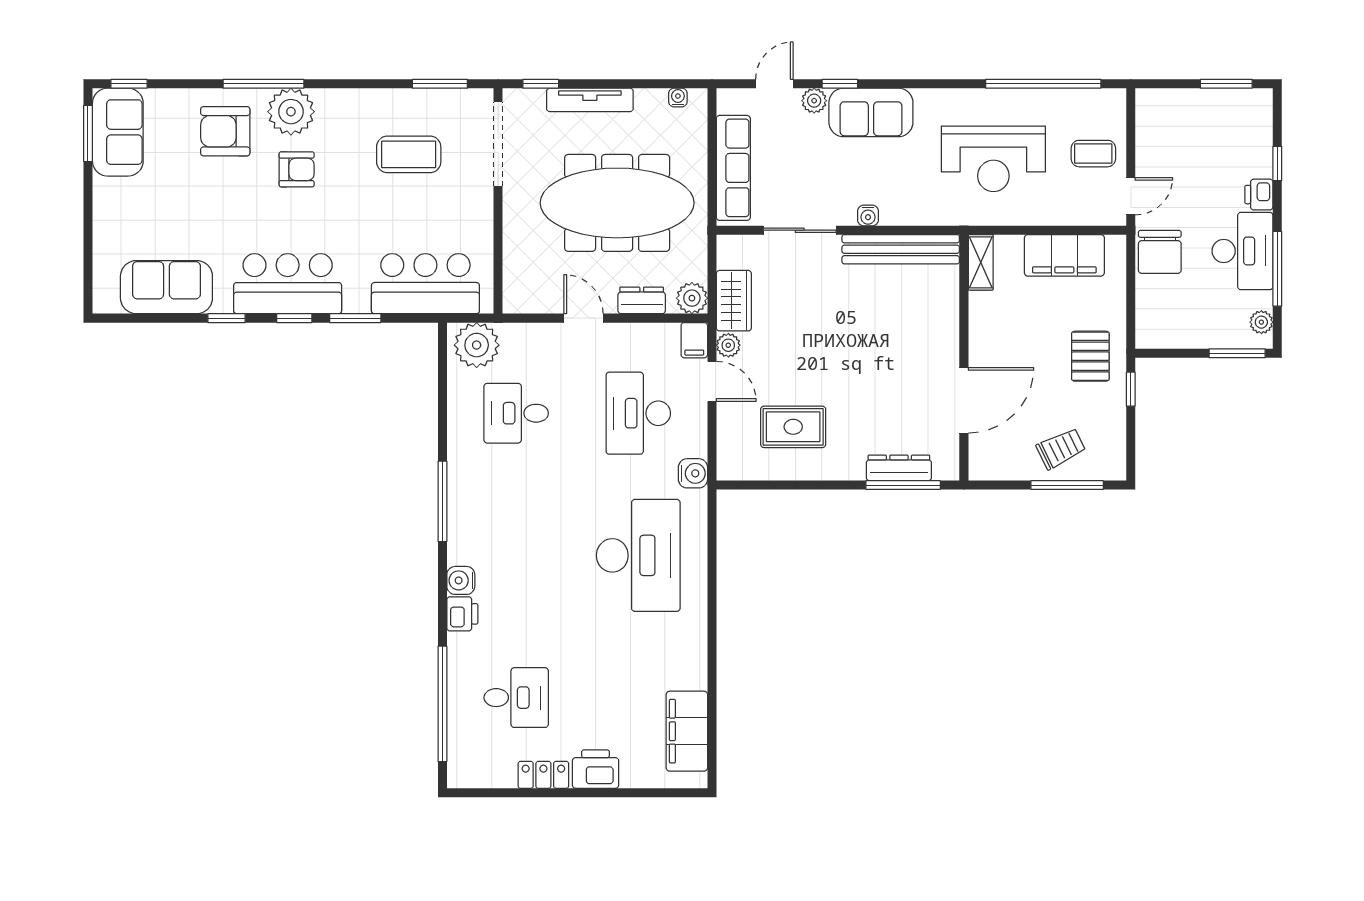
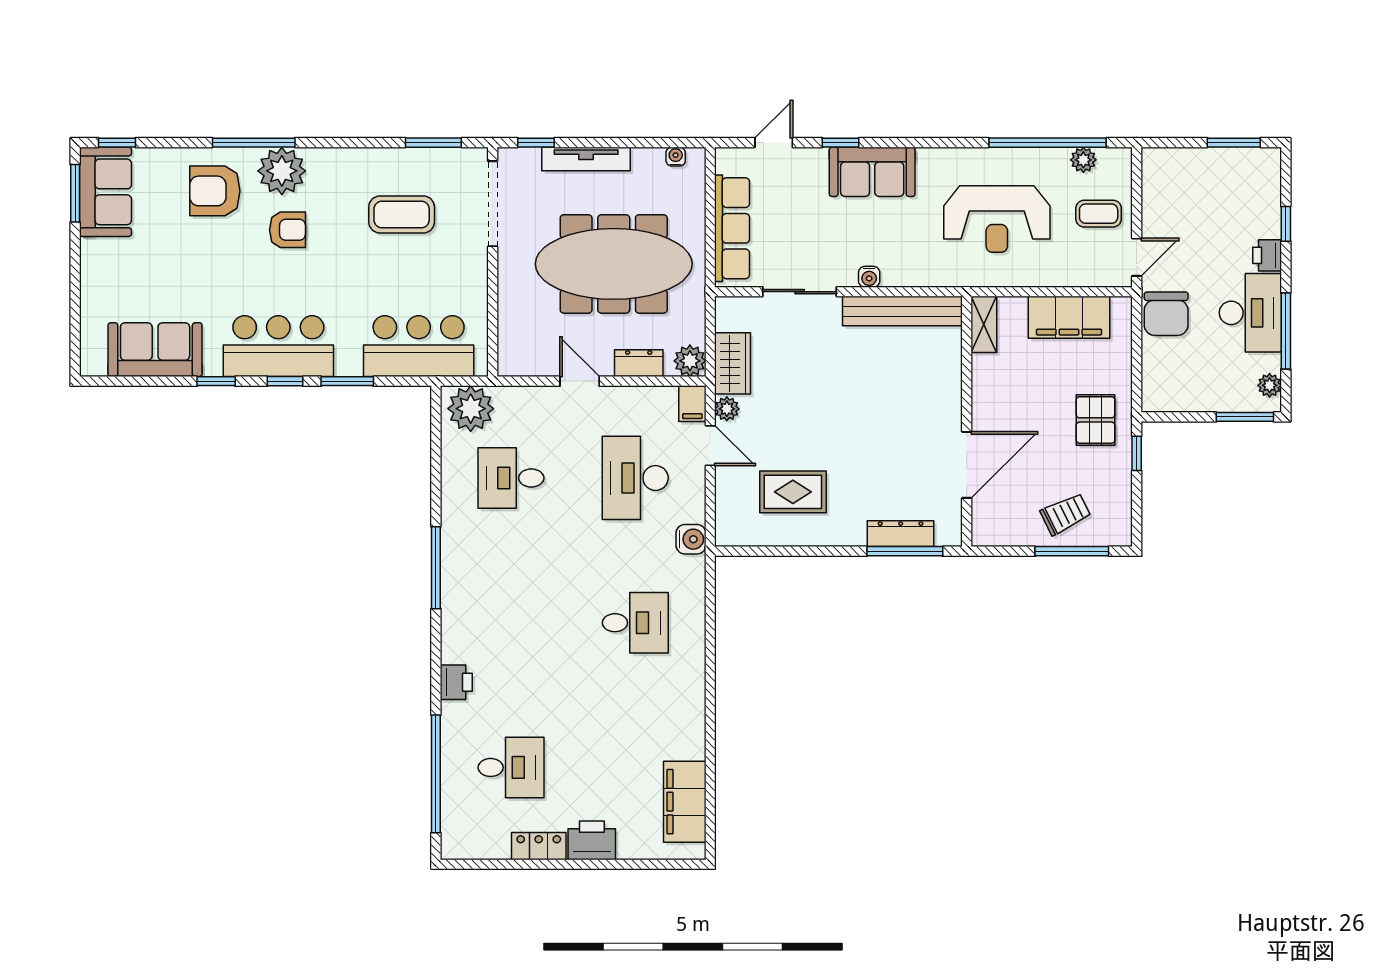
plant: (814, 101) -> (1083, 160), moved
desk: (638, 555) -> (635, 623), width x0.53, depth x0.77
water cooler: (461, 580) -> (455, 648), removed

